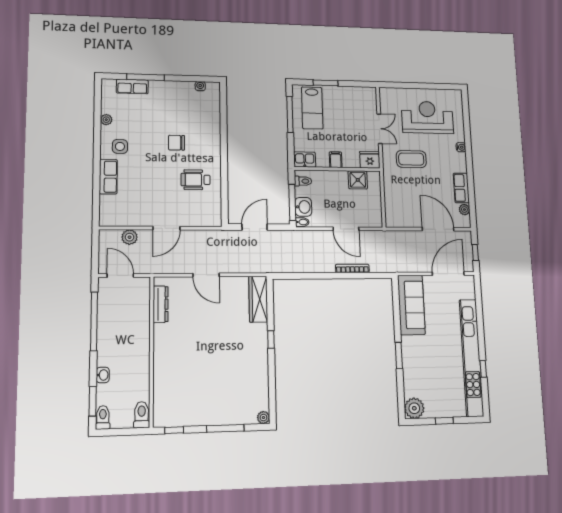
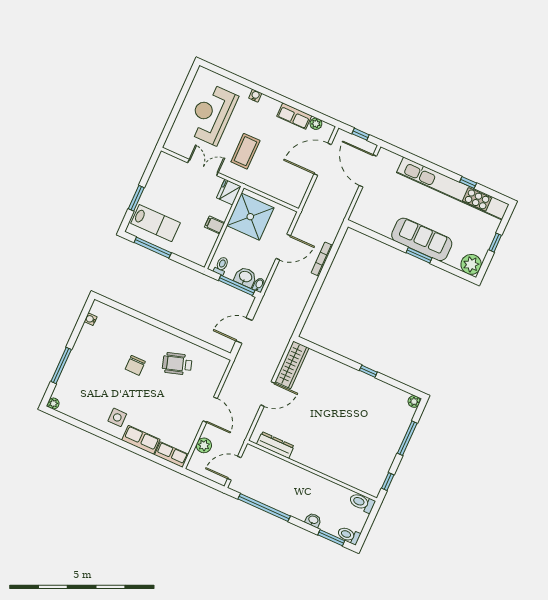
row of seats: (132, 86) -> (171, 455), moved, turned -90
plant: (106, 120) -> (53, 404), moved
kitchen sink: (305, 160) -> (202, 254), removed
wheelchair: (196, 180) -> (177, 364), turned 73
shower: (358, 180) -> (250, 217), width x1.86, depth x1.86
door: (255, 227) -> (244, 331), hinge flipped
wardrobe: (258, 299) -> (292, 365), moved, turned -90
sofa: (411, 305) -> (422, 239), moved
window: (271, 339) -> (368, 371), moved

